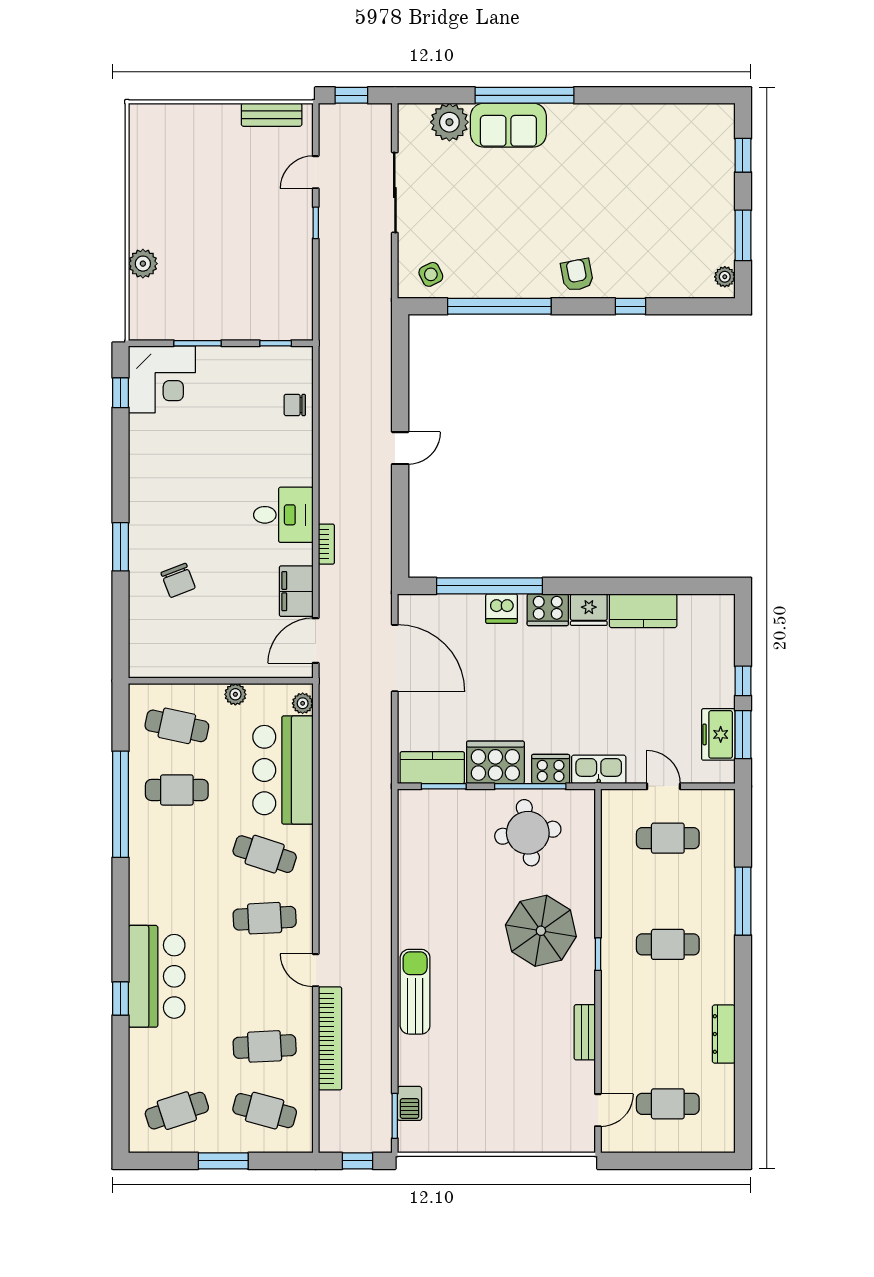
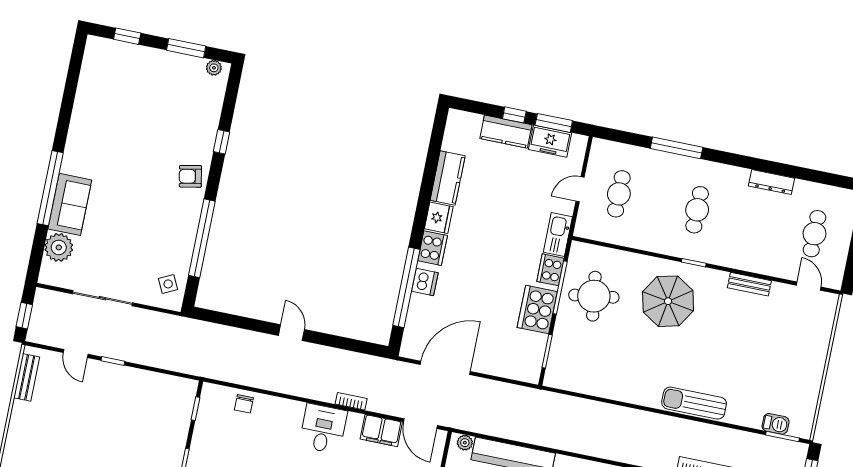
kitchen counter: (432, 768) -> (506, 132), moved, turned -90

